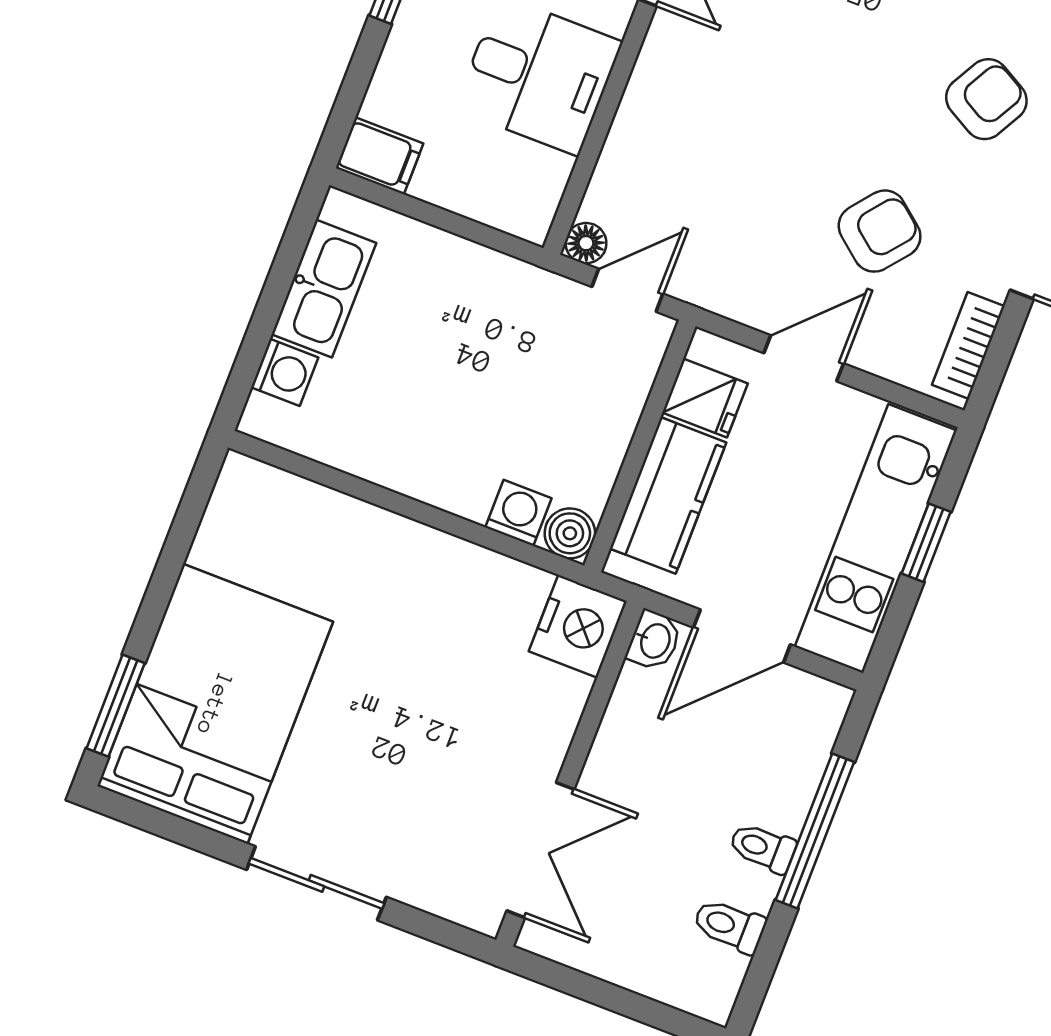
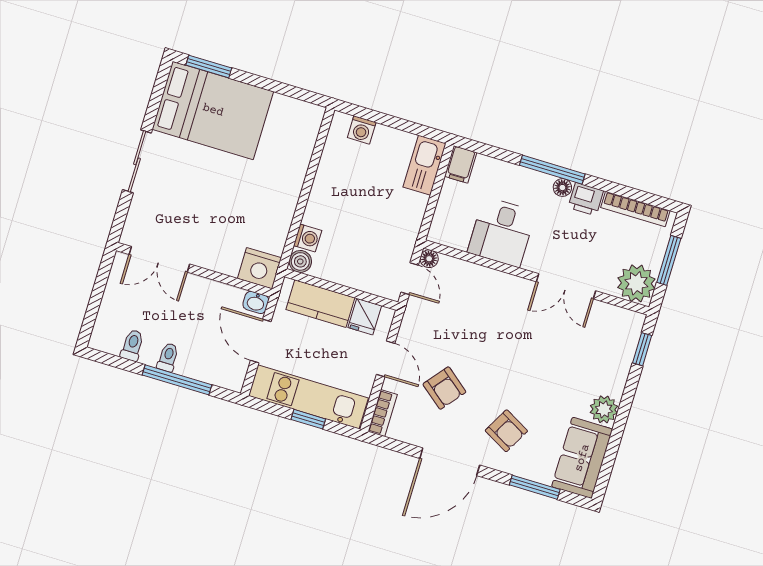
kitchen sink: (324, 289) -> (425, 165), moved, turned 90
bookcase: (968, 345) -> (383, 413), moved, turned 90

